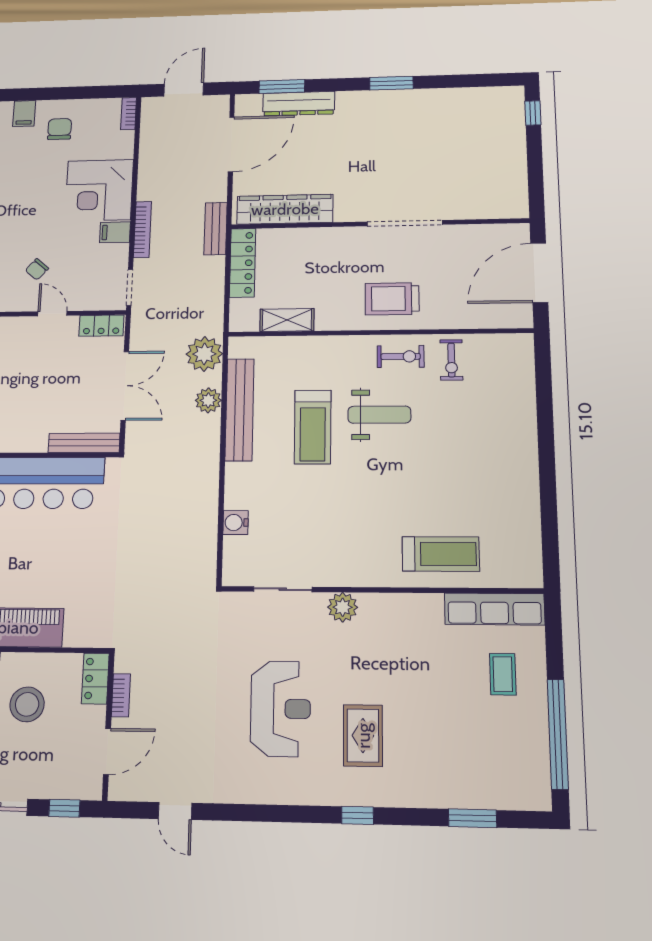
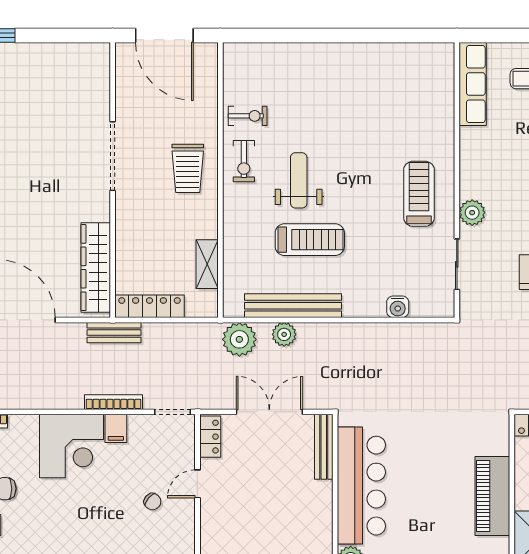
exercise bike: (401, 356) -> (244, 161), turned 180
treadmill: (441, 554) -> (419, 194), moved

